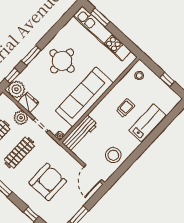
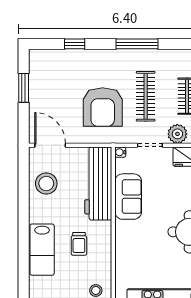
sofa: (84, 97) -> (128, 197), width x0.54, depth x0.79
workbench: (80, 134) -> (98, 183), width x1.36, depth x1.32
armchair: (48, 182) -> (103, 107), moved

